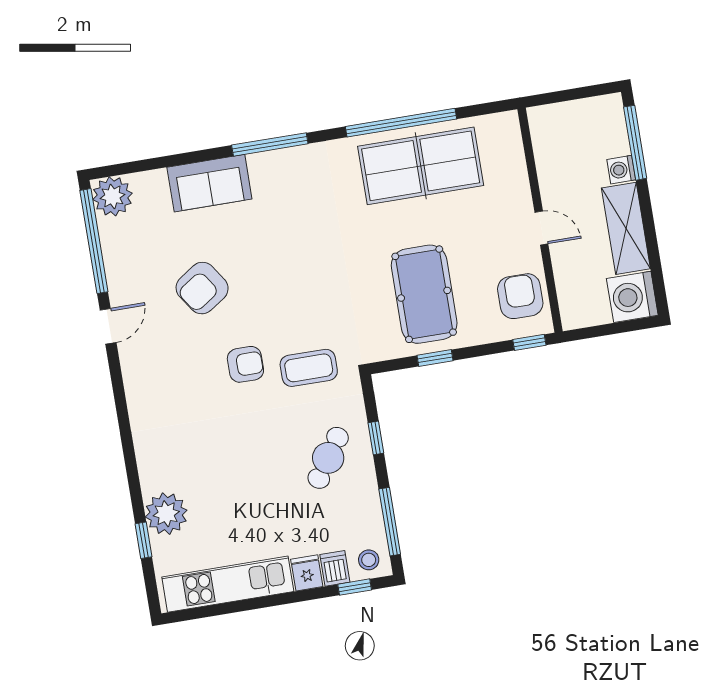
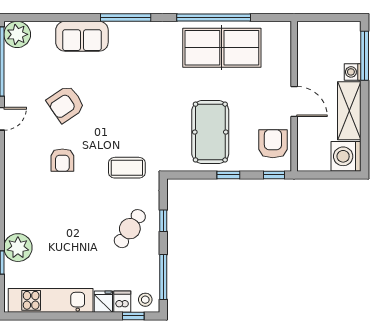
door: (541, 228) -> (294, 101), width x1.38
window: (435, 358) -> (228, 175), moved
armchair: (245, 364) -> (62, 160), moved, turned 90

